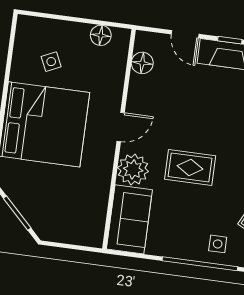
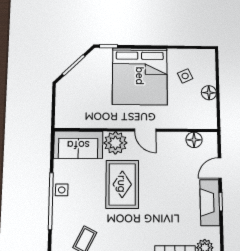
floor lamp: (101, 35) -> (209, 93), moved
rug: (190, 167) -> (122, 184), width x1.36, depth x1.43
side table: (218, 244) -> (62, 190), moved

